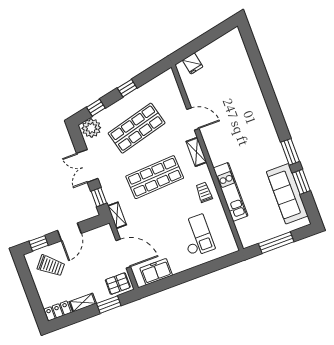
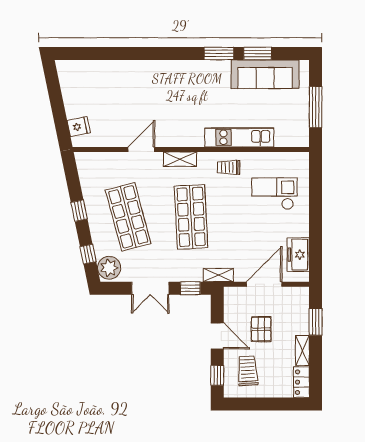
trolley: (51, 266) -> (248, 371), turned -44
pallet: (118, 284) -> (261, 329), moved

